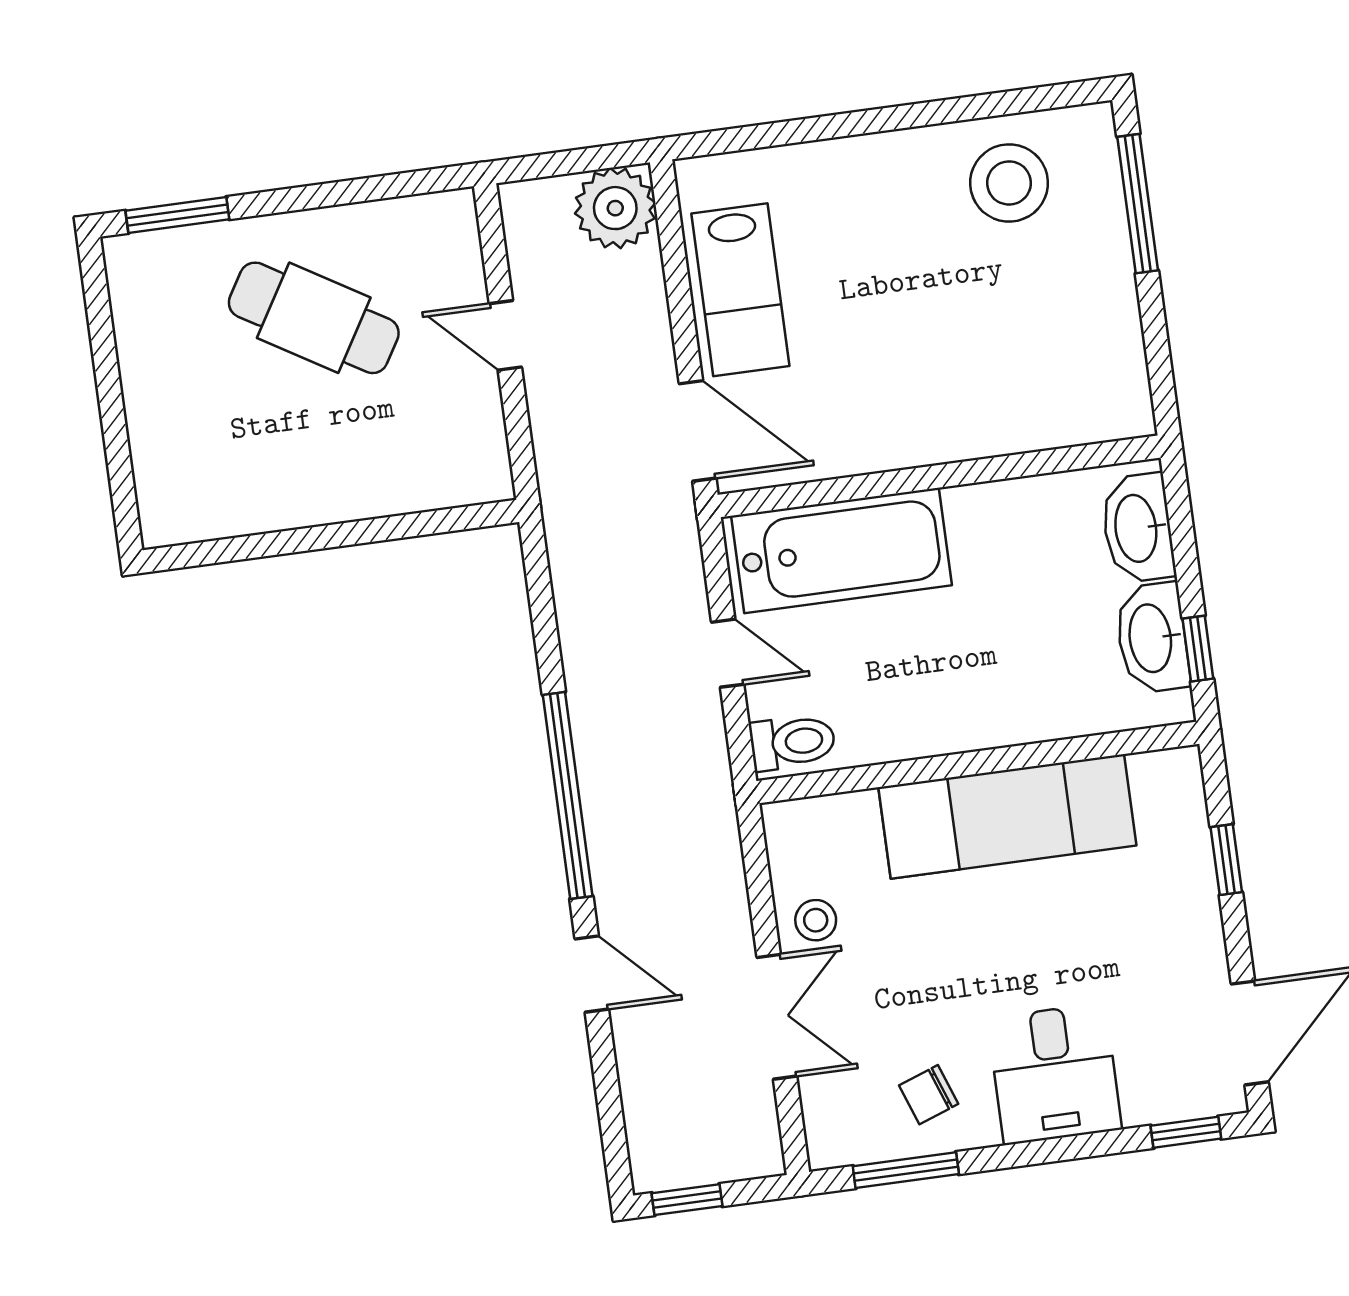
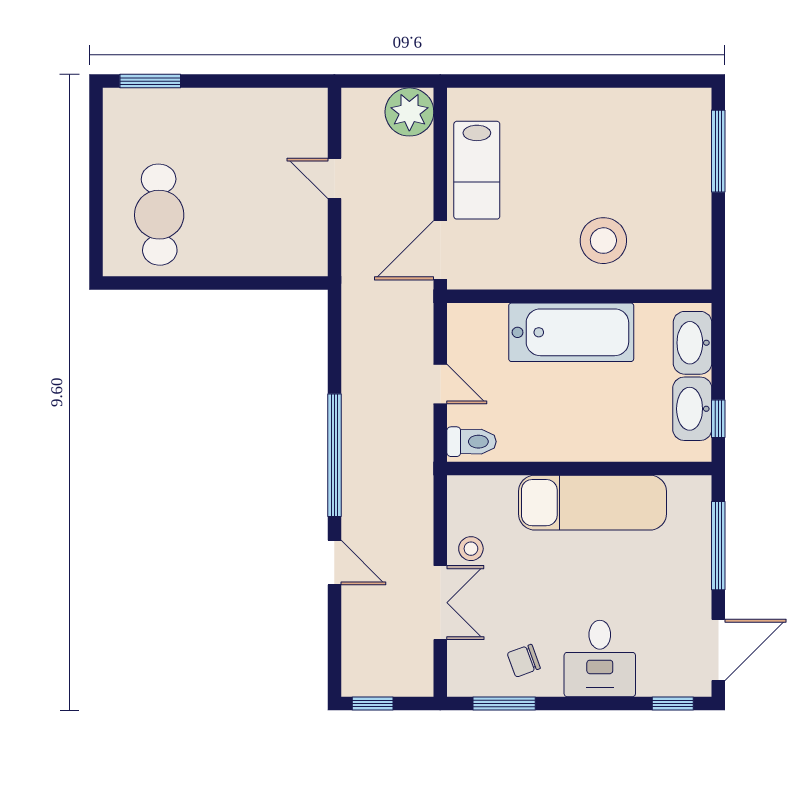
stool: (1009, 183) -> (603, 241), moved
cafe table: (314, 318) -> (159, 215), moved, turned 58
door: (698, 431) -> (440, 250), swing flipped
bathtub: (841, 550) -> (571, 332), moved
window: (1226, 860) -> (718, 546), width x2.17

